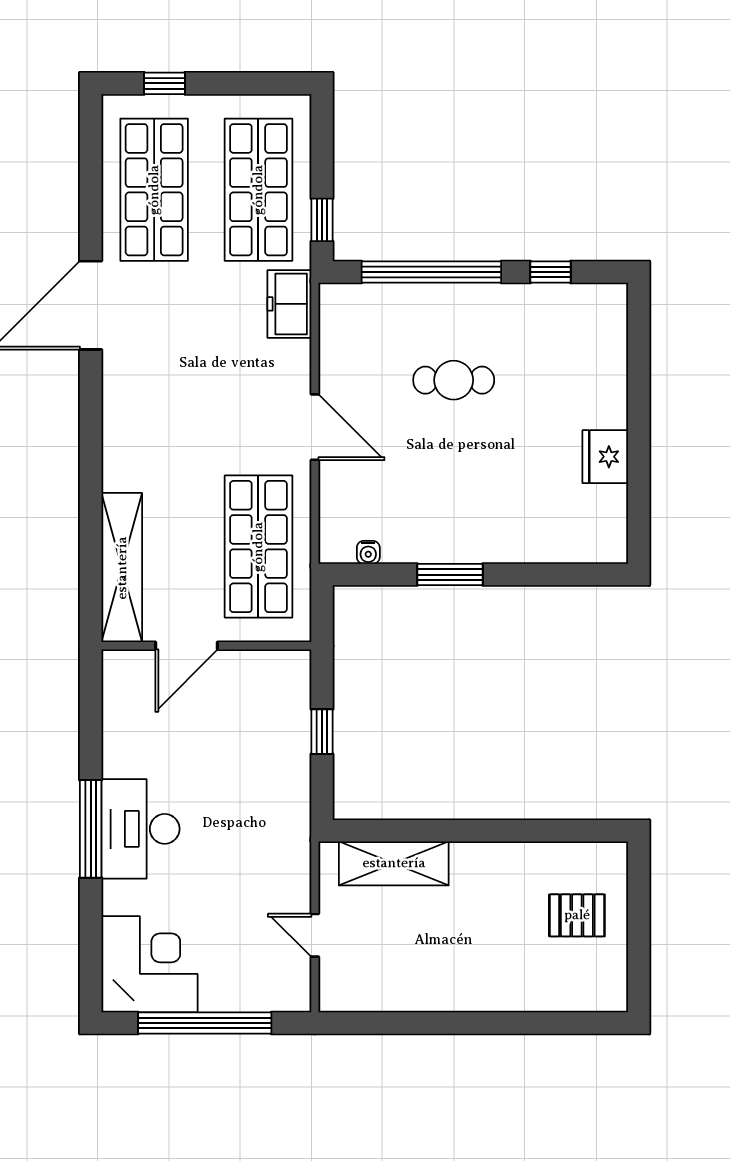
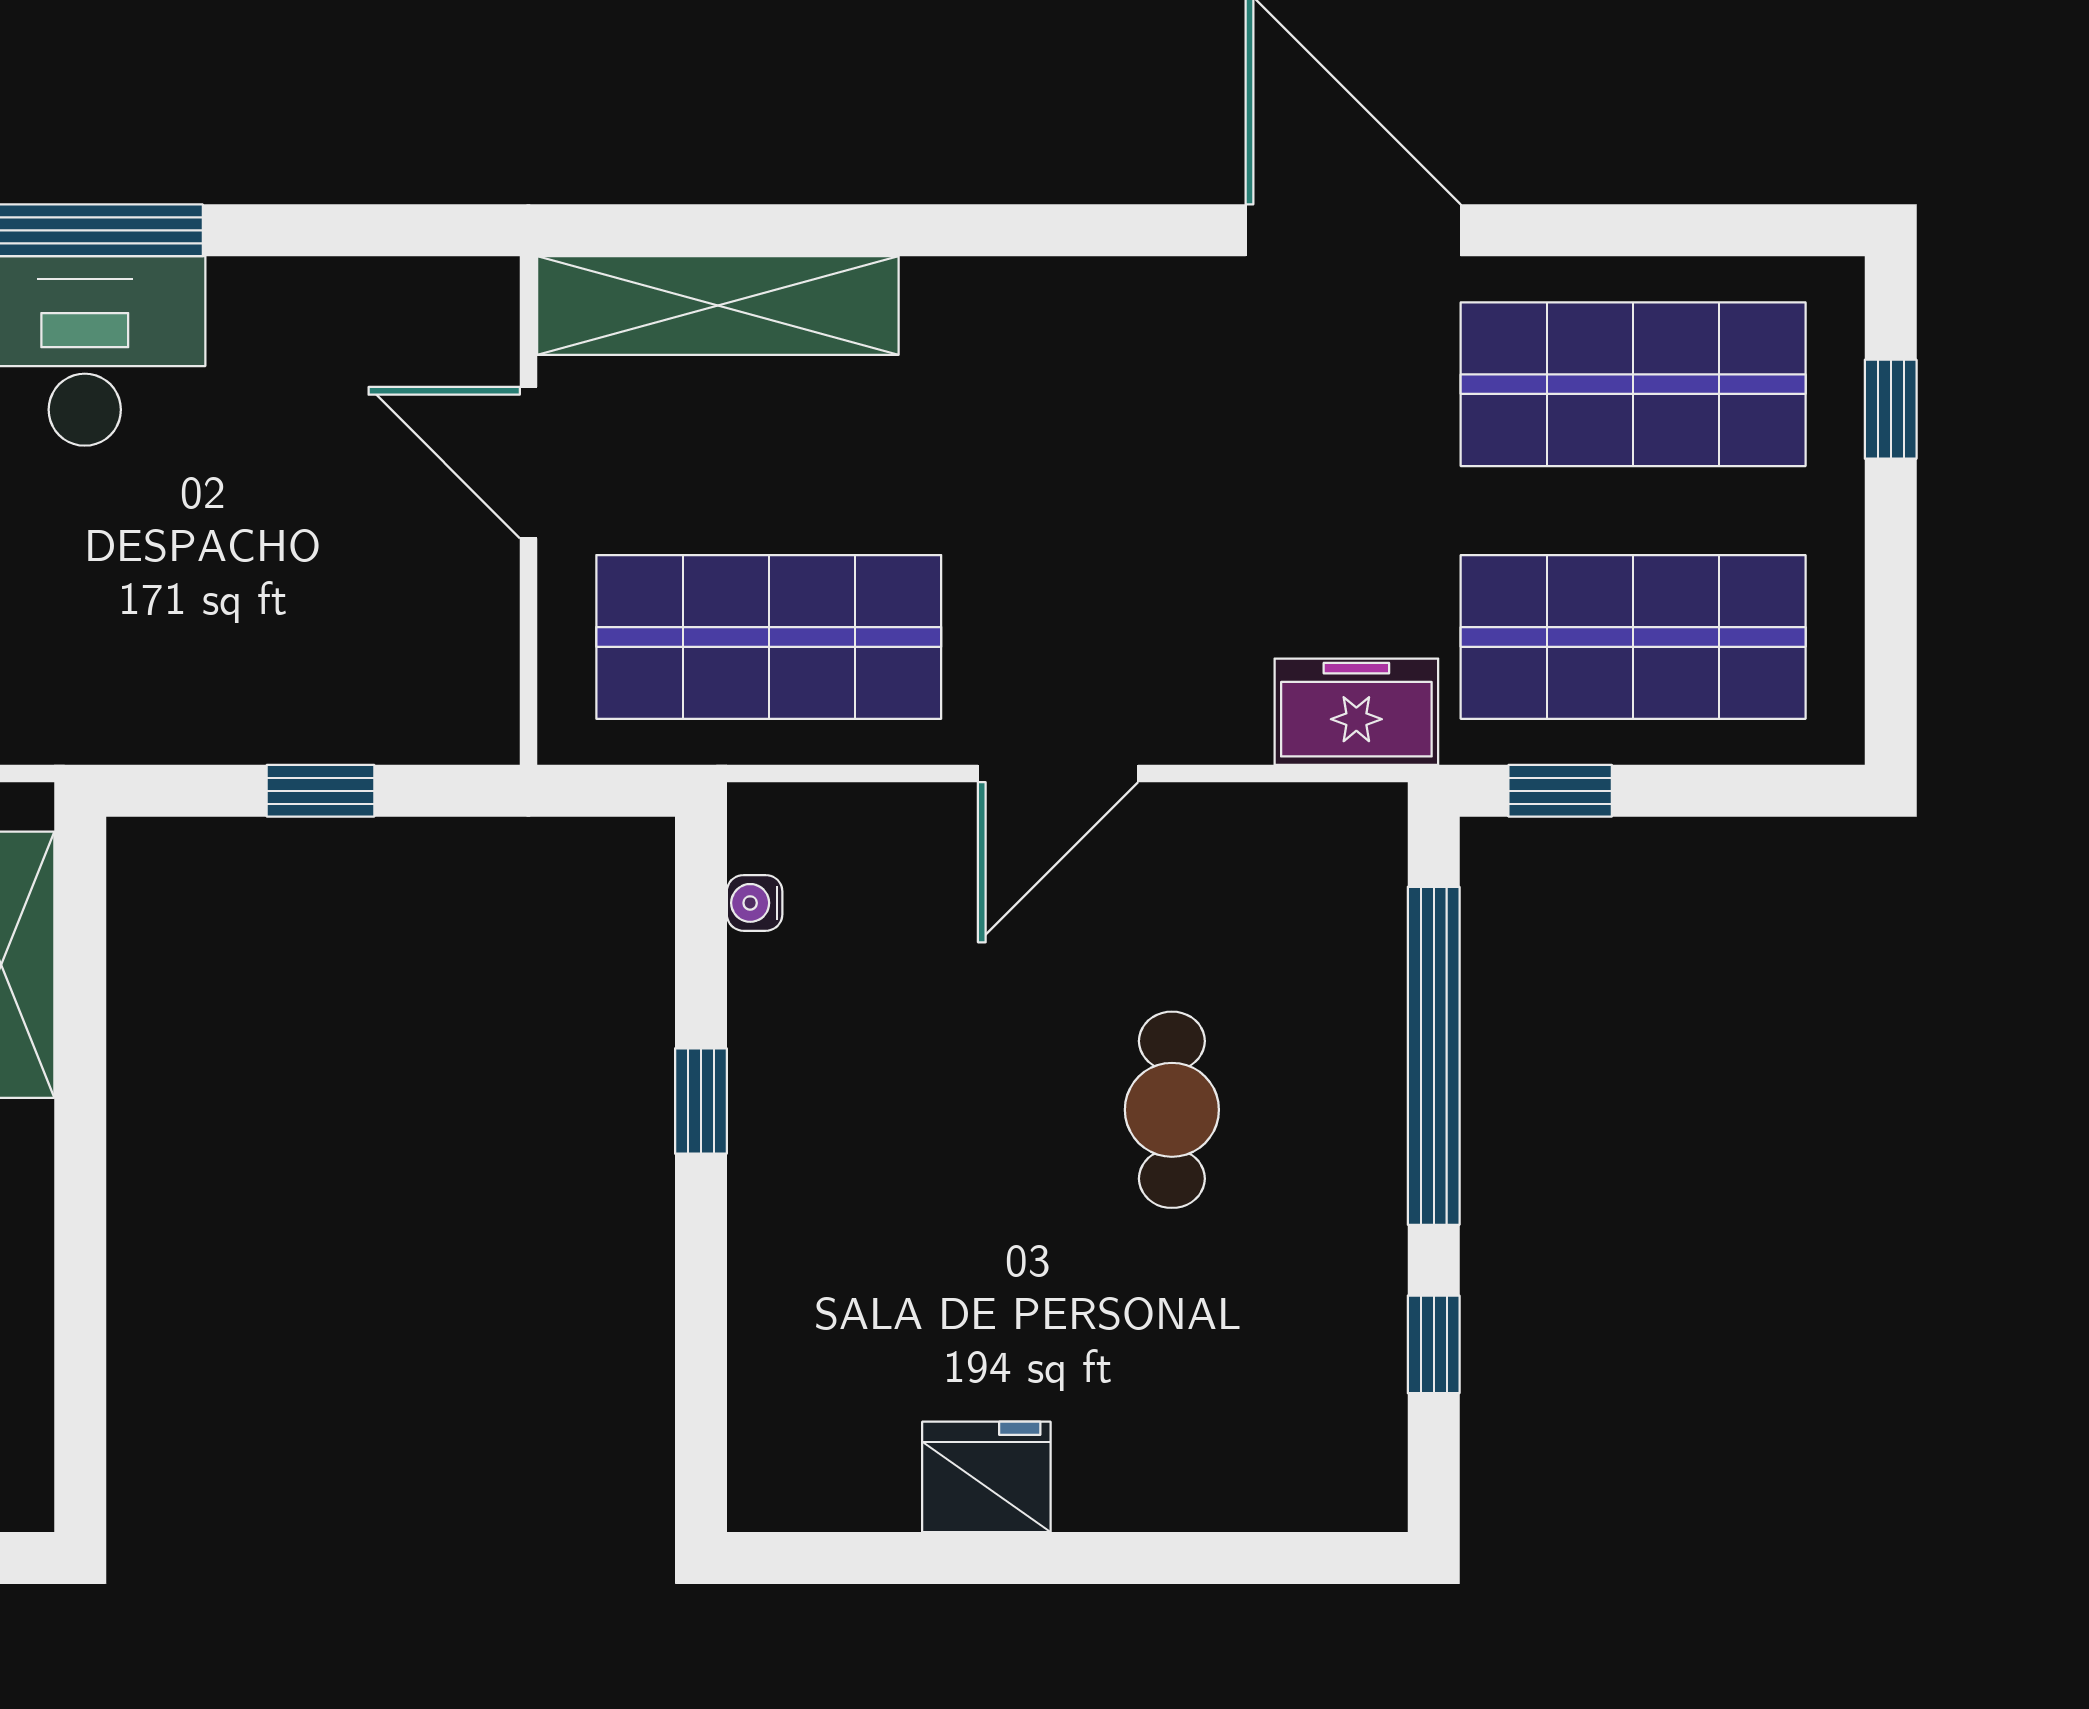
window: (450, 575) -> (701, 1101), width x0.67

